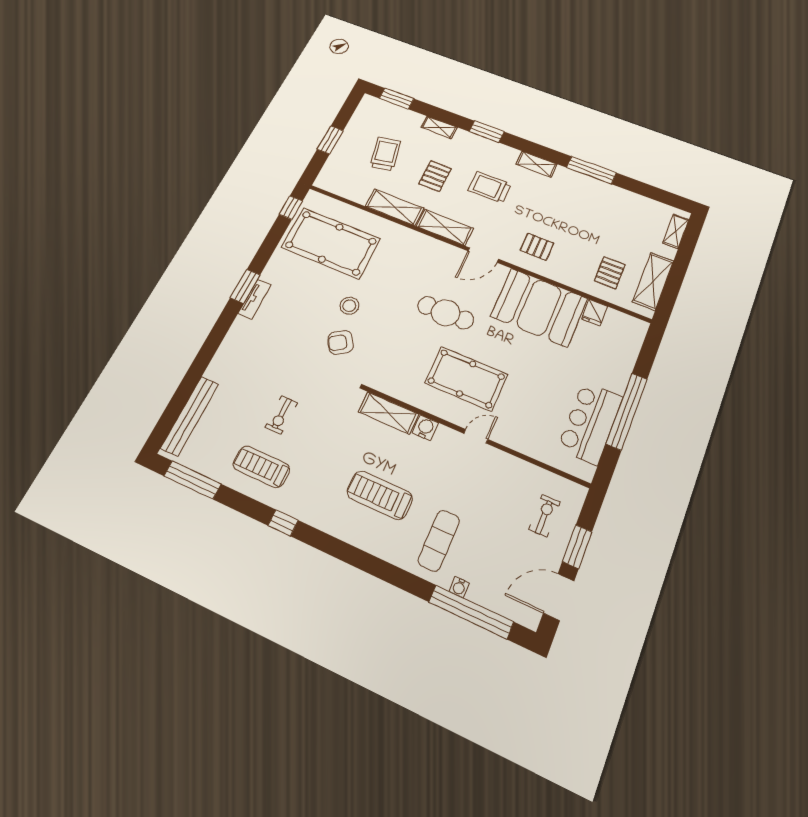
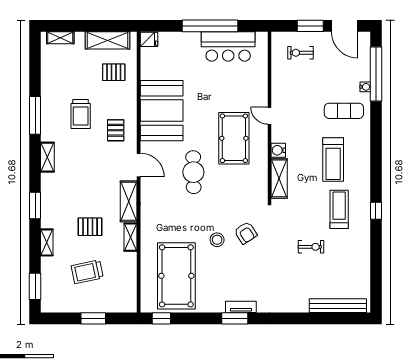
trolley: (490, 187) -> (81, 114), moved
shelving: (395, 207) -> (131, 237), width x0.67, depth x0.75
fridge: (594, 313) -> (149, 39), moved
treadmill: (261, 467) -> (339, 209), moved, turned 180
window: (192, 480) -> (376, 281), removed

